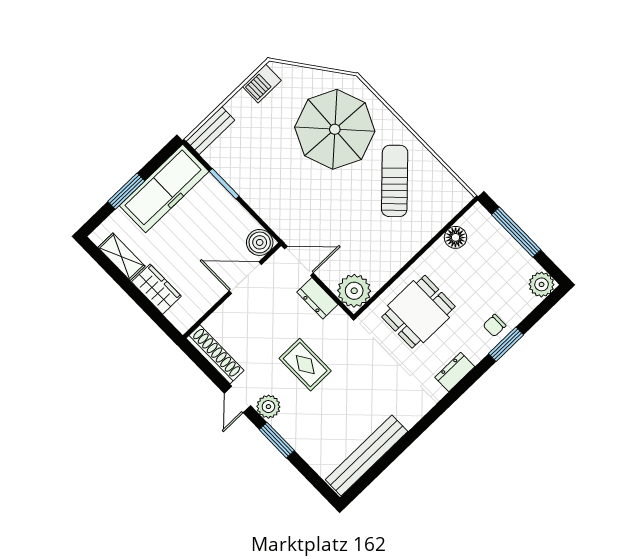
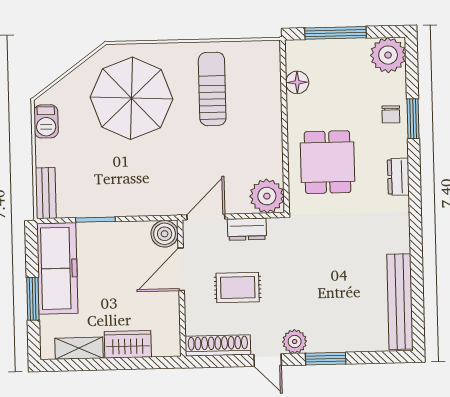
sun lounger: (395, 181) -> (212, 89), turned 45
plant: (542, 284) -> (388, 55), width x1.36, depth x1.36
rug: (305, 365) -> (238, 287), moved

